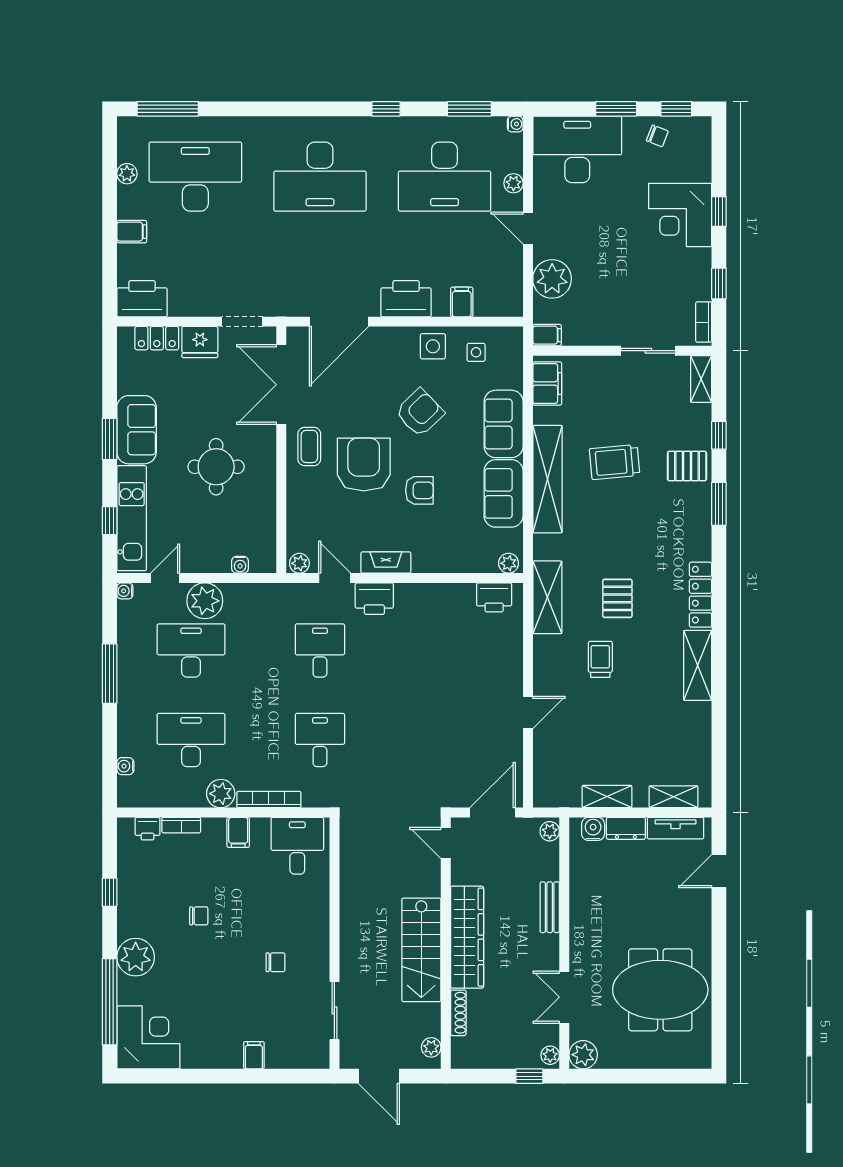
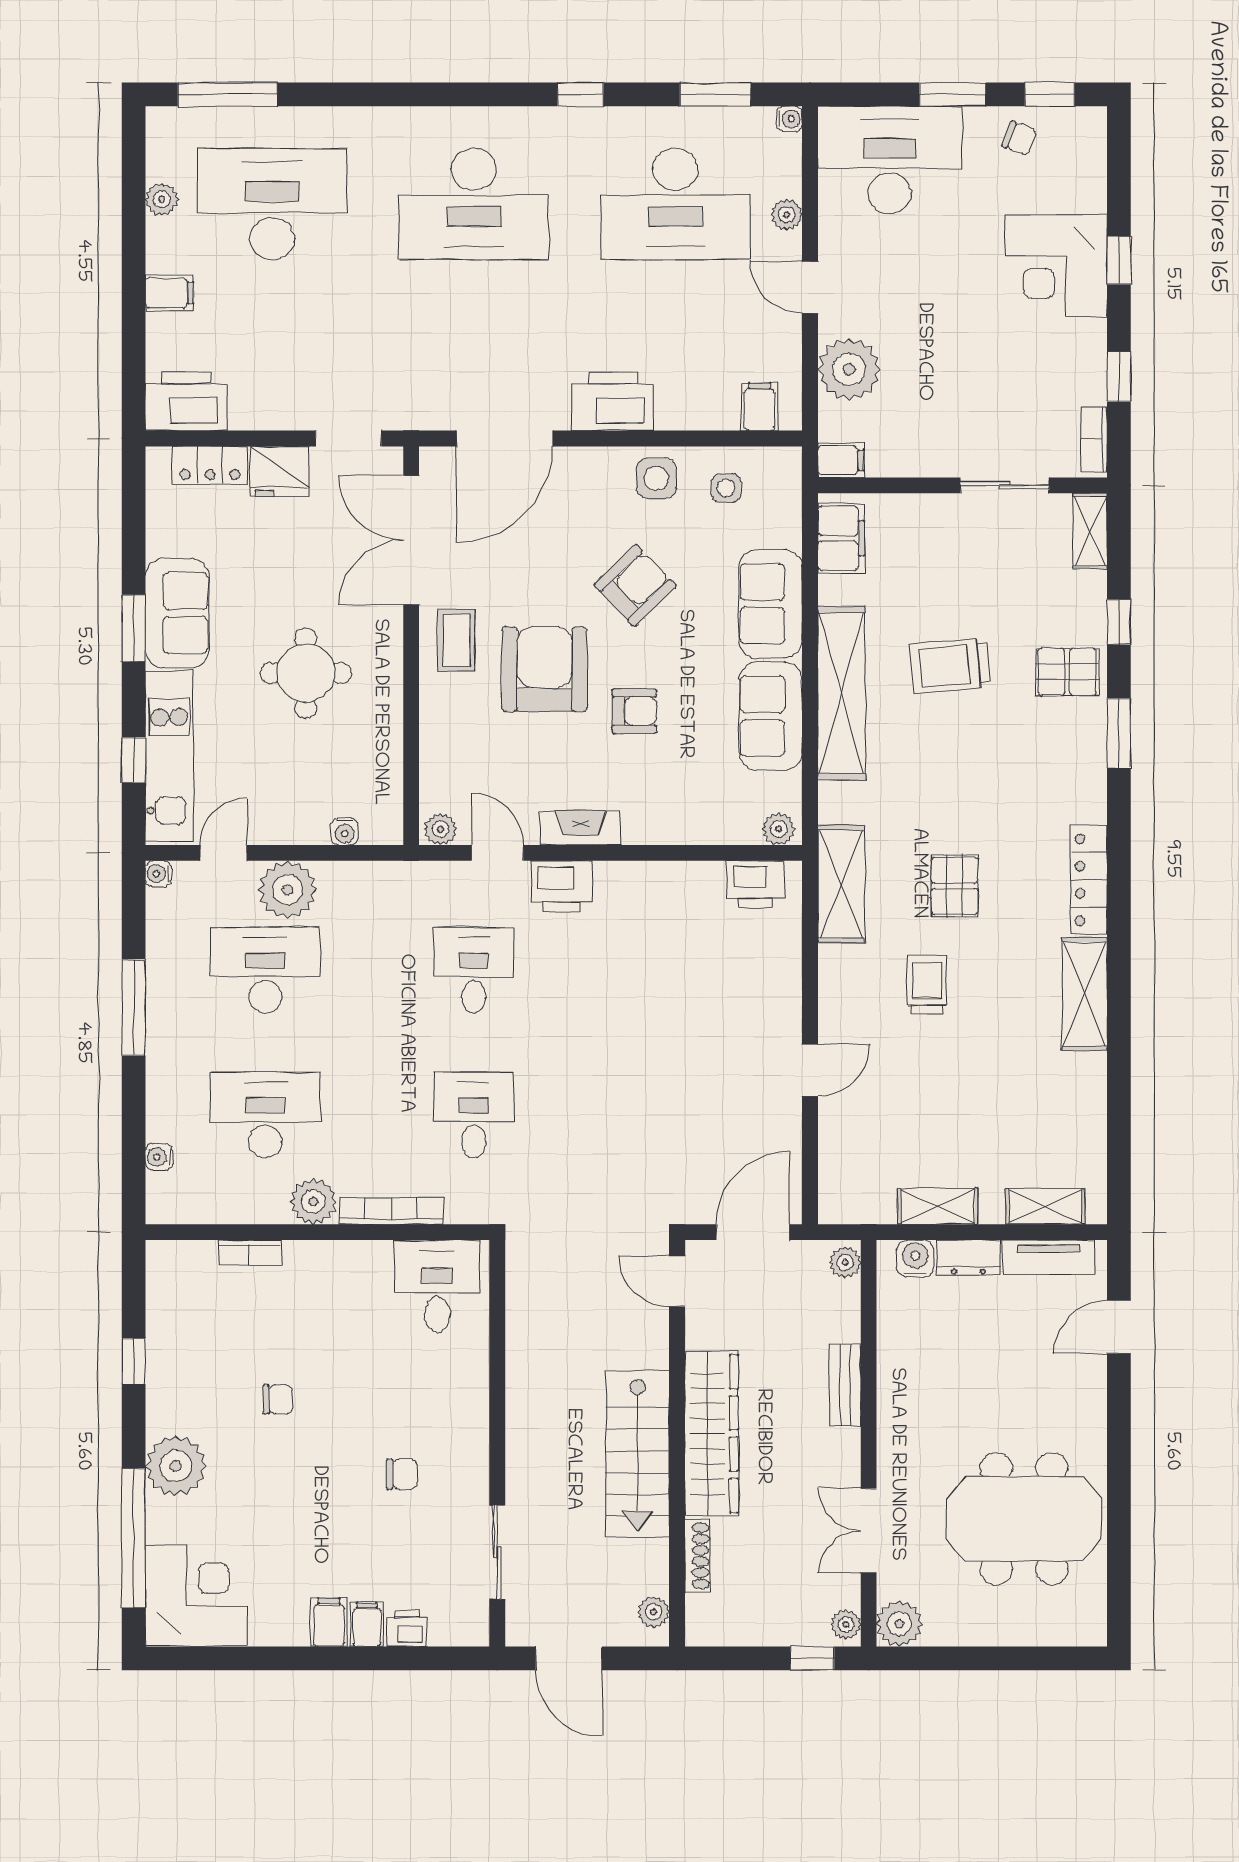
filing cabinet: (462, 302) -> (759, 407), moved
printer: (148, 829) -> (407, 1628), moved, turned 180
filing cabinet: (238, 832) -> (329, 1622), moved, turned 180

